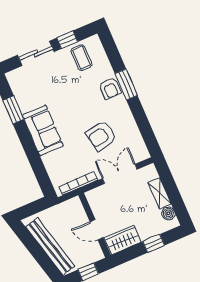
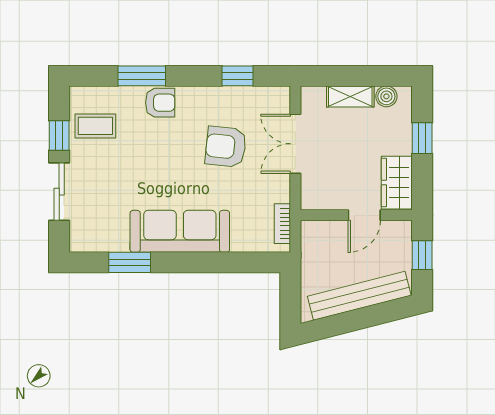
window: (126, 84) -> (142, 76), moved
window: (144, 125) -> (238, 76), added
sofa: (43, 130) -> (180, 231), width x1.36
armchair: (101, 136) -> (226, 147), turned 106
bookcase: (78, 183) -> (282, 224), width x0.64

